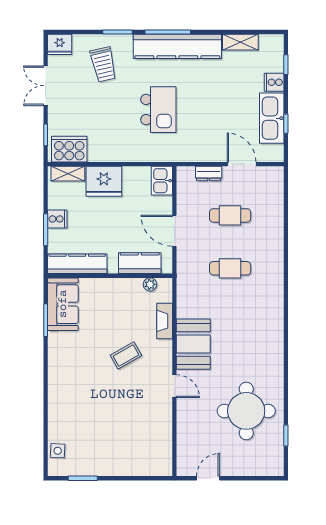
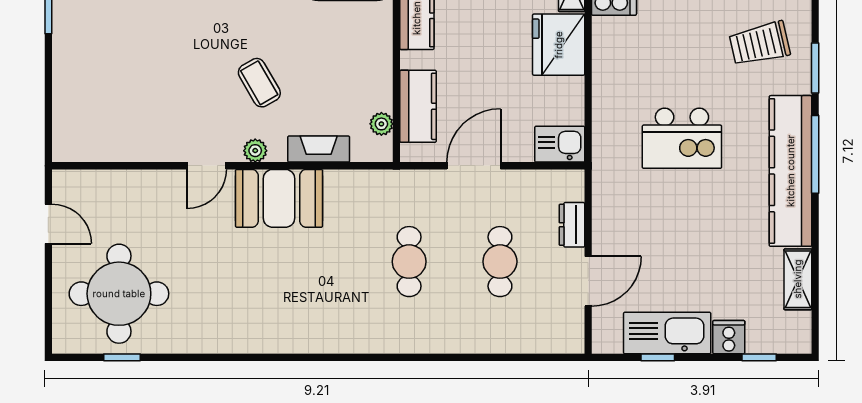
plant: (166, 358) -> (255, 151), added
round table: (246, 411) -> (119, 294), moved

